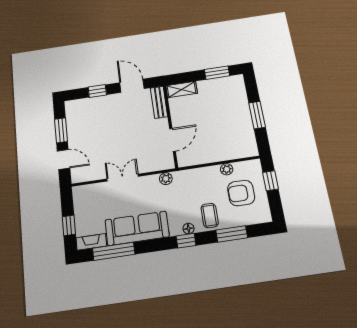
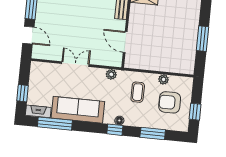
door: (173, 140) -> (125, 42), swing flipped
window: (270, 181) -> (195, 112), moved
coffee table: (210, 216) -> (138, 92), moved

